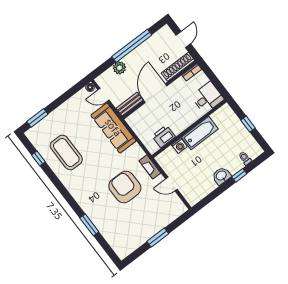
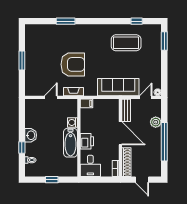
printer: (164, 136) -> (87, 141), moved
filing cabinet: (152, 146) -> (86, 103), added

